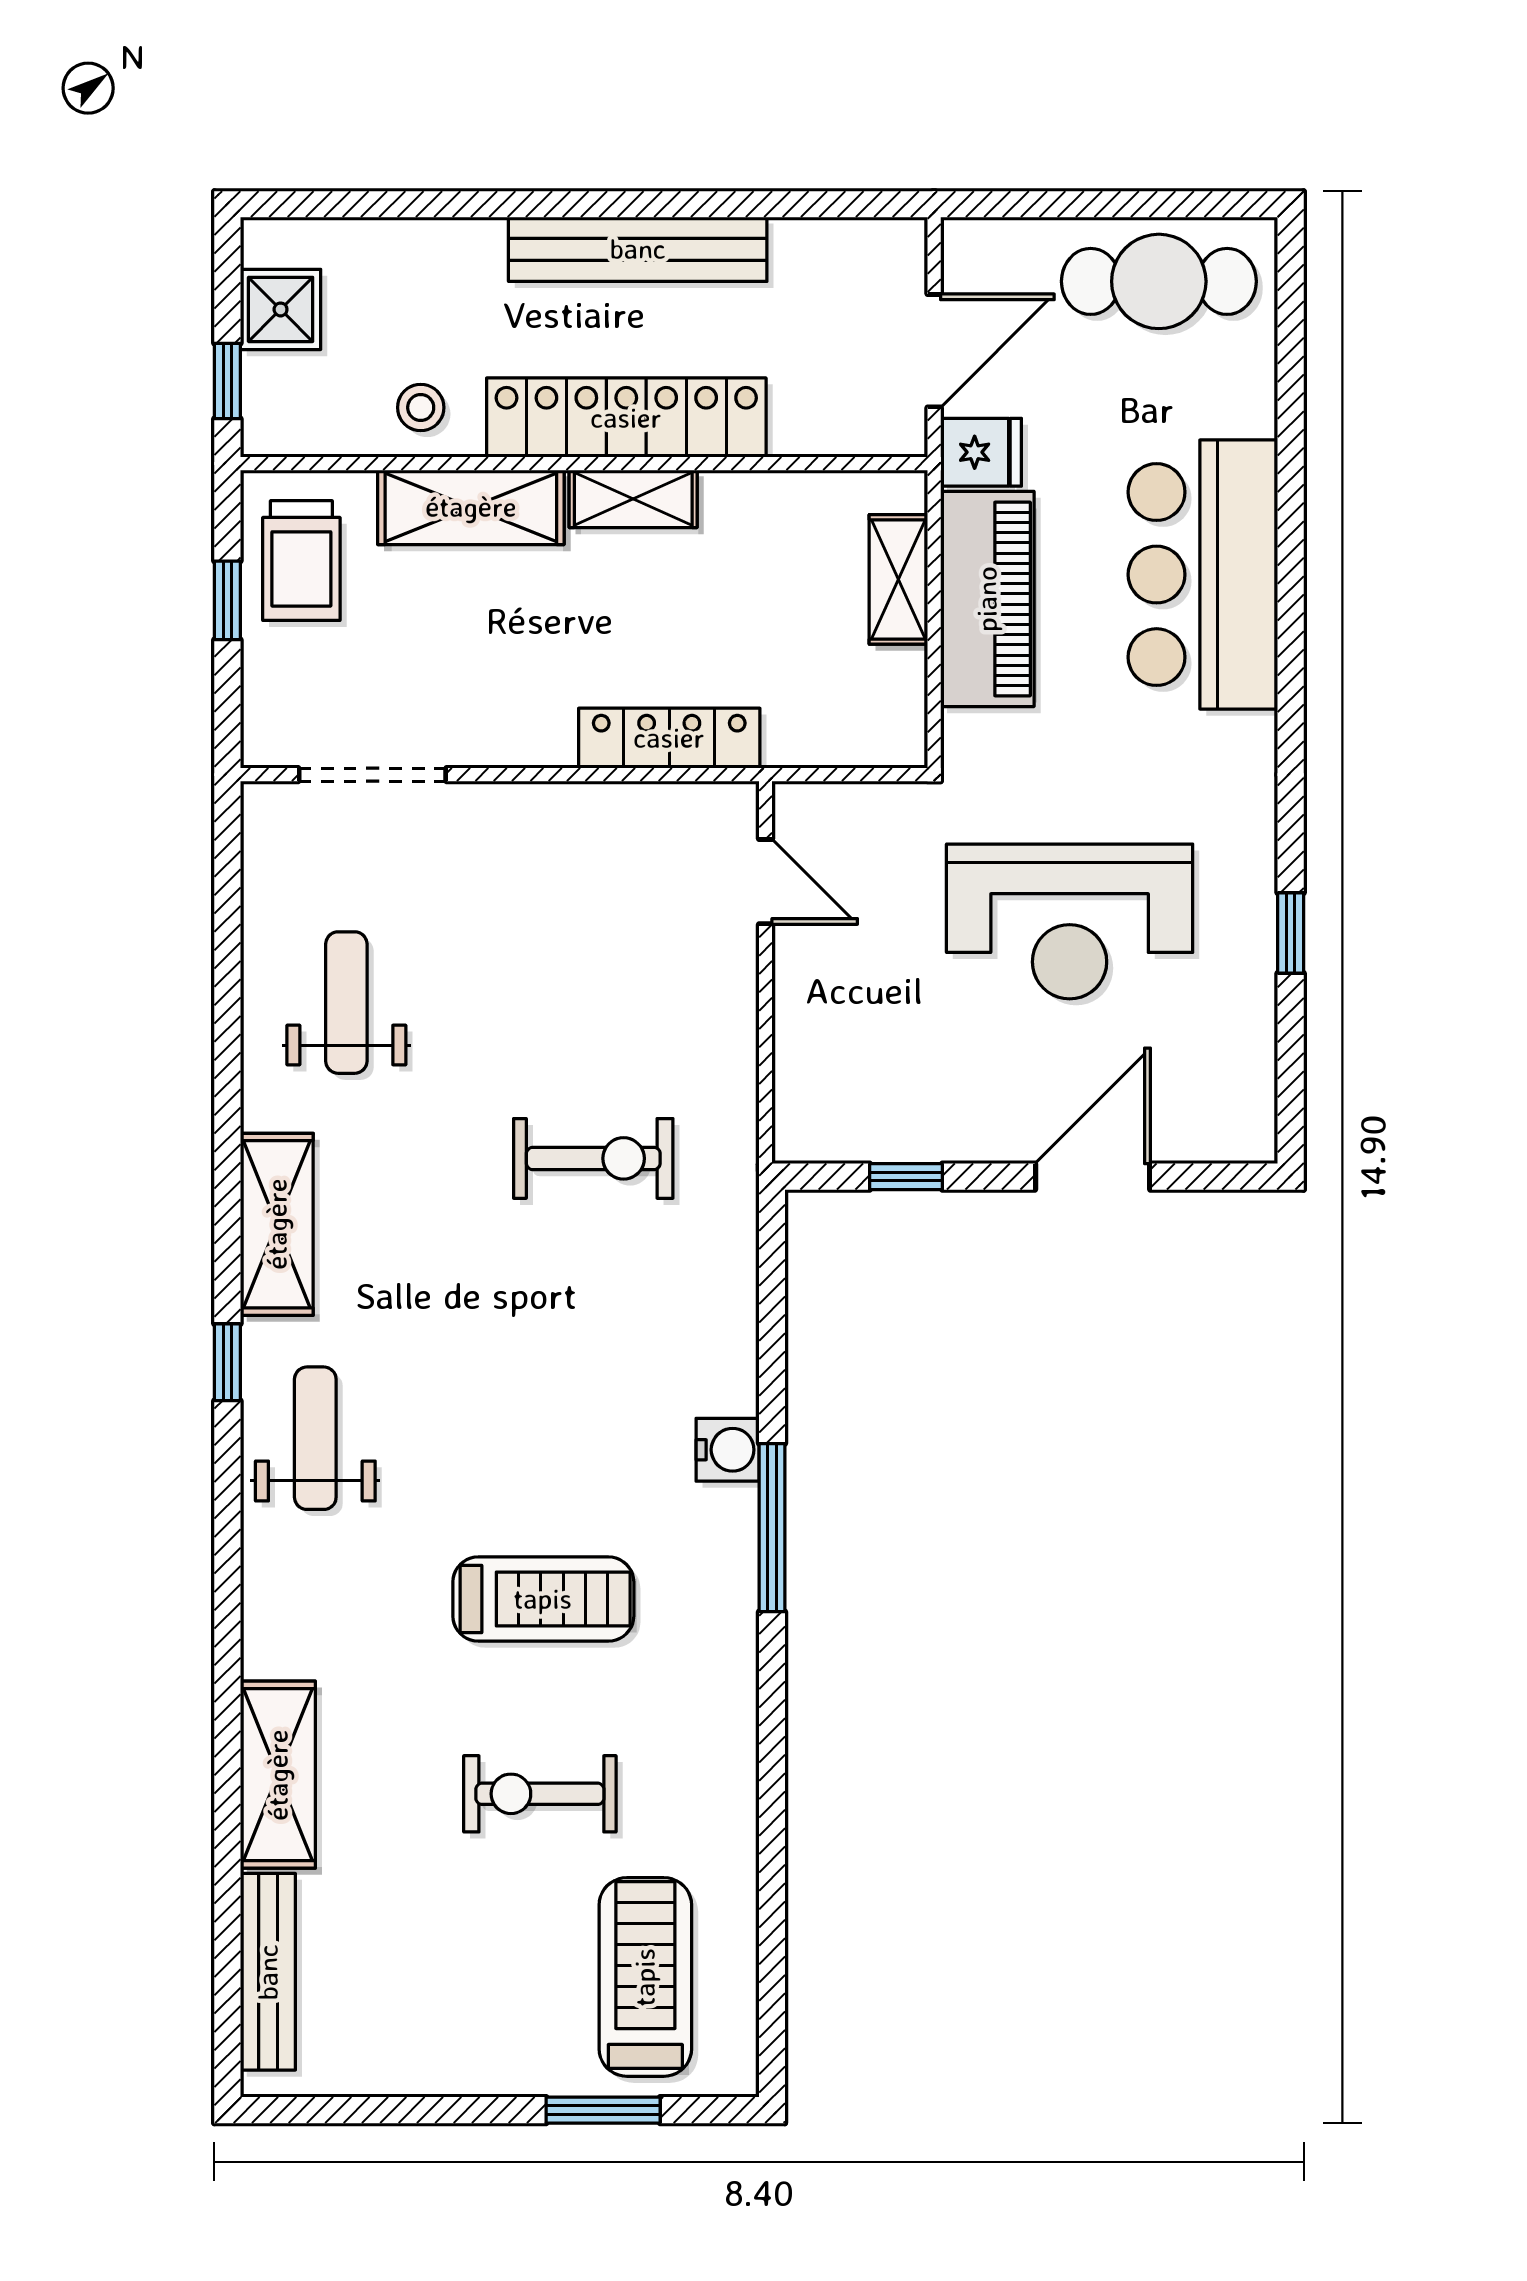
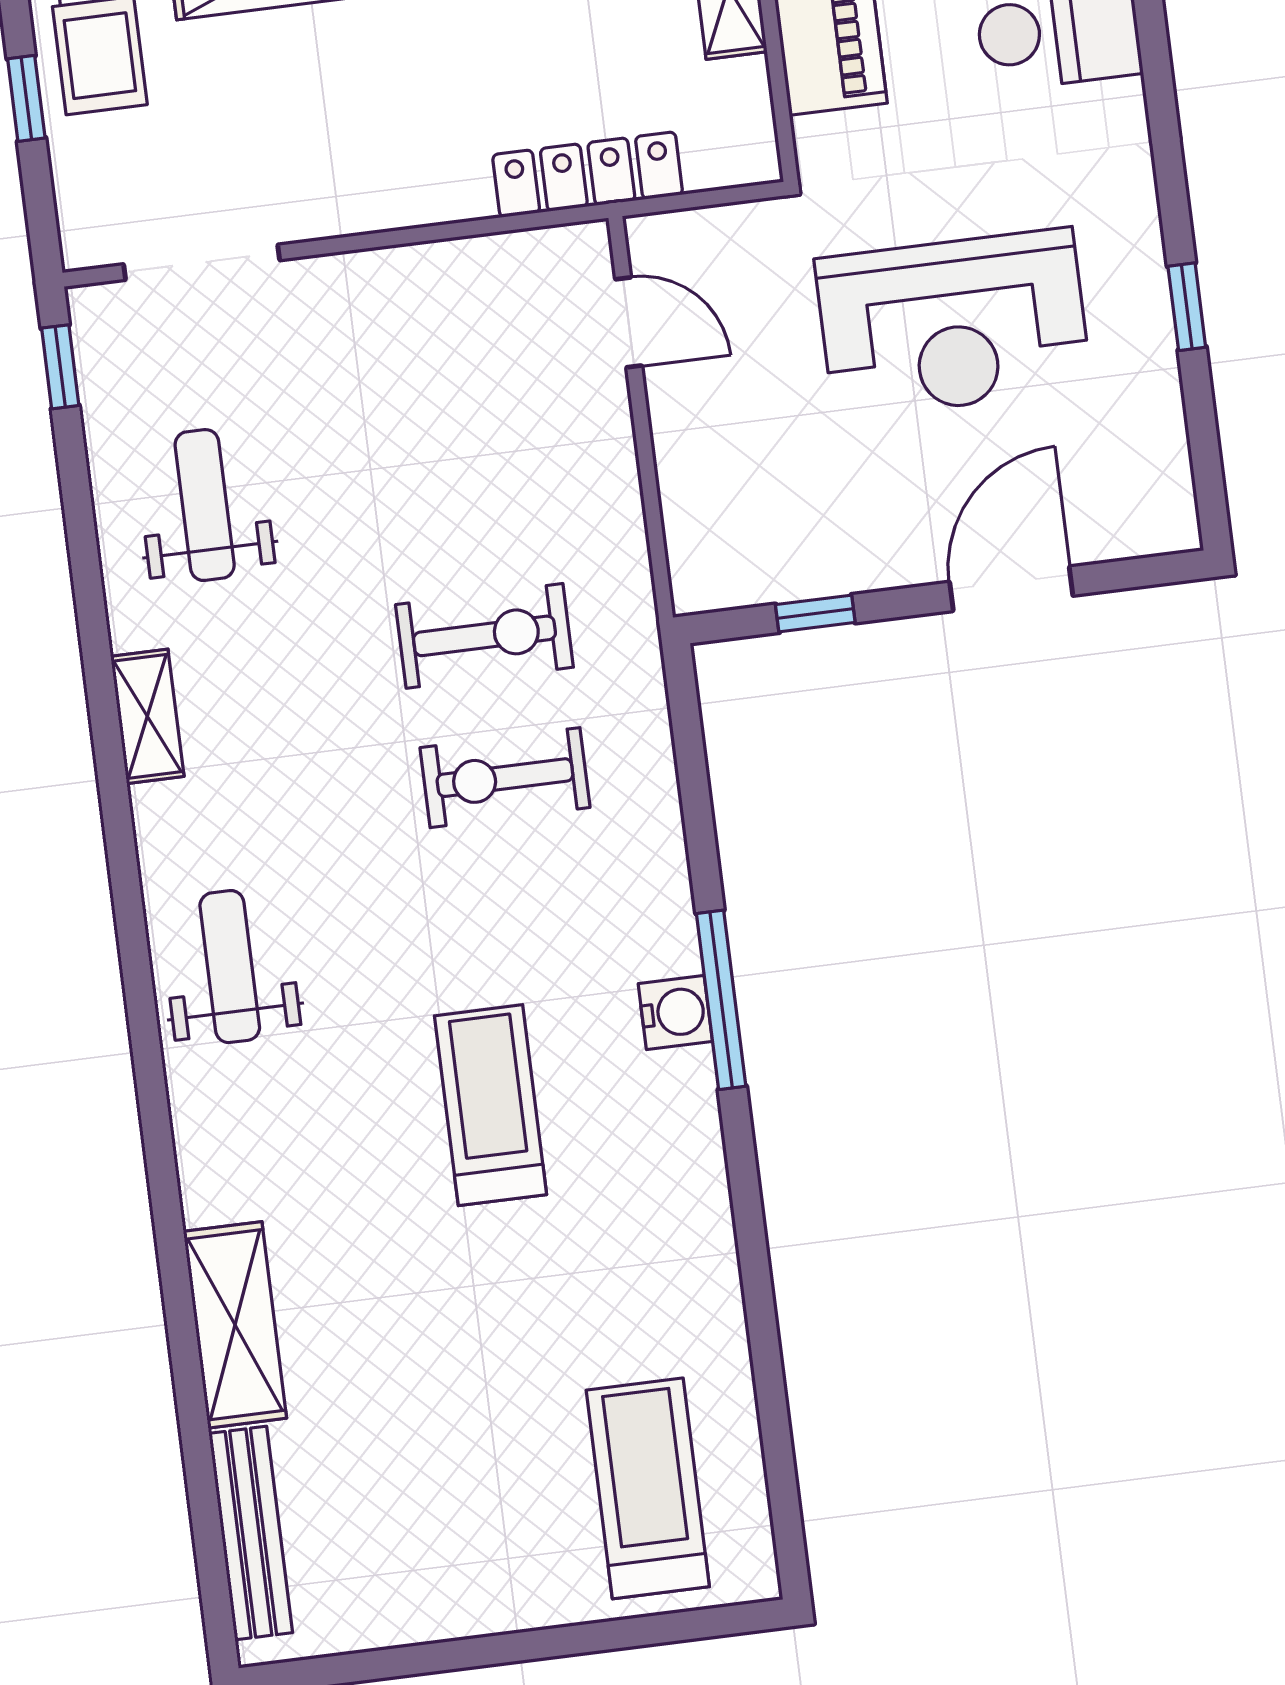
locker: (669, 738) -> (588, 175), moved
shelving: (277, 1224) -> (147, 716), width x0.67, depth x0.75
window: (227, 1362) -> (60, 367), moved
water cooler: (728, 1450) -> (675, 1012), moved
treadmill: (543, 1599) -> (491, 1105), turned -90
exercise bike: (540, 1794) -> (505, 778), moved
window: (603, 2110) -> (621, 1634), removed

